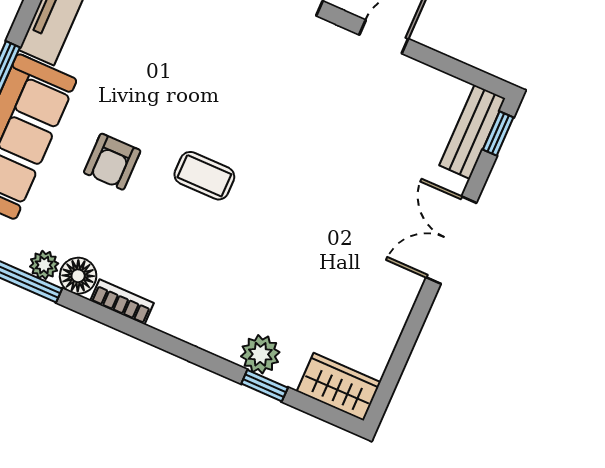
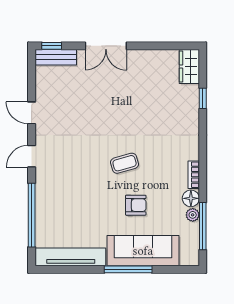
coffee table: (204, 176) -> (125, 163), turned 74
plant: (260, 354) -> (190, 106), removed

